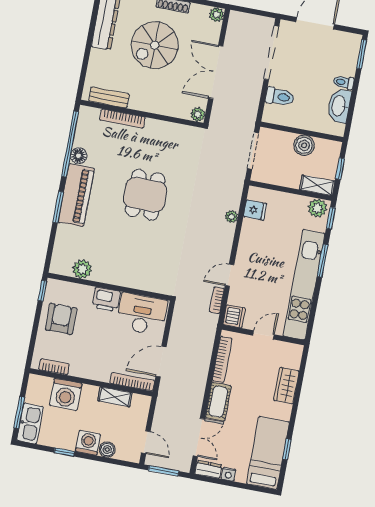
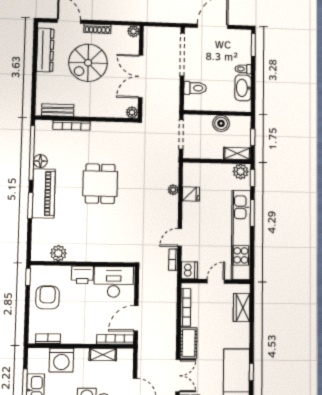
fridge: (255, 210) -> (191, 194), moved
wardrobe: (286, 386) -> (242, 308), moved

